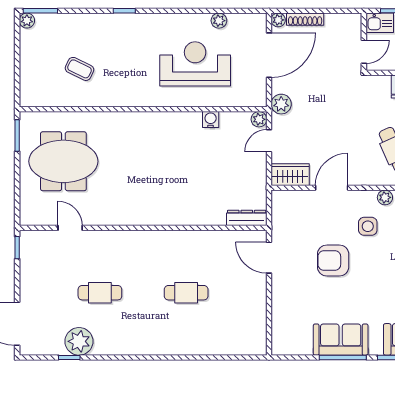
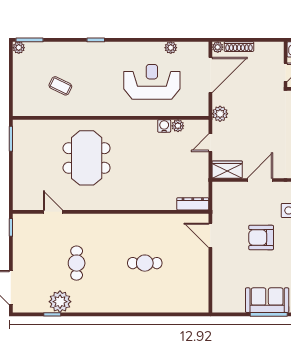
plant: (259, 119) -> (178, 126), moved
meeting table: (63, 161) -> (87, 158), moved, turned 90
cafe table: (100, 293) -> (77, 263), turned 90

